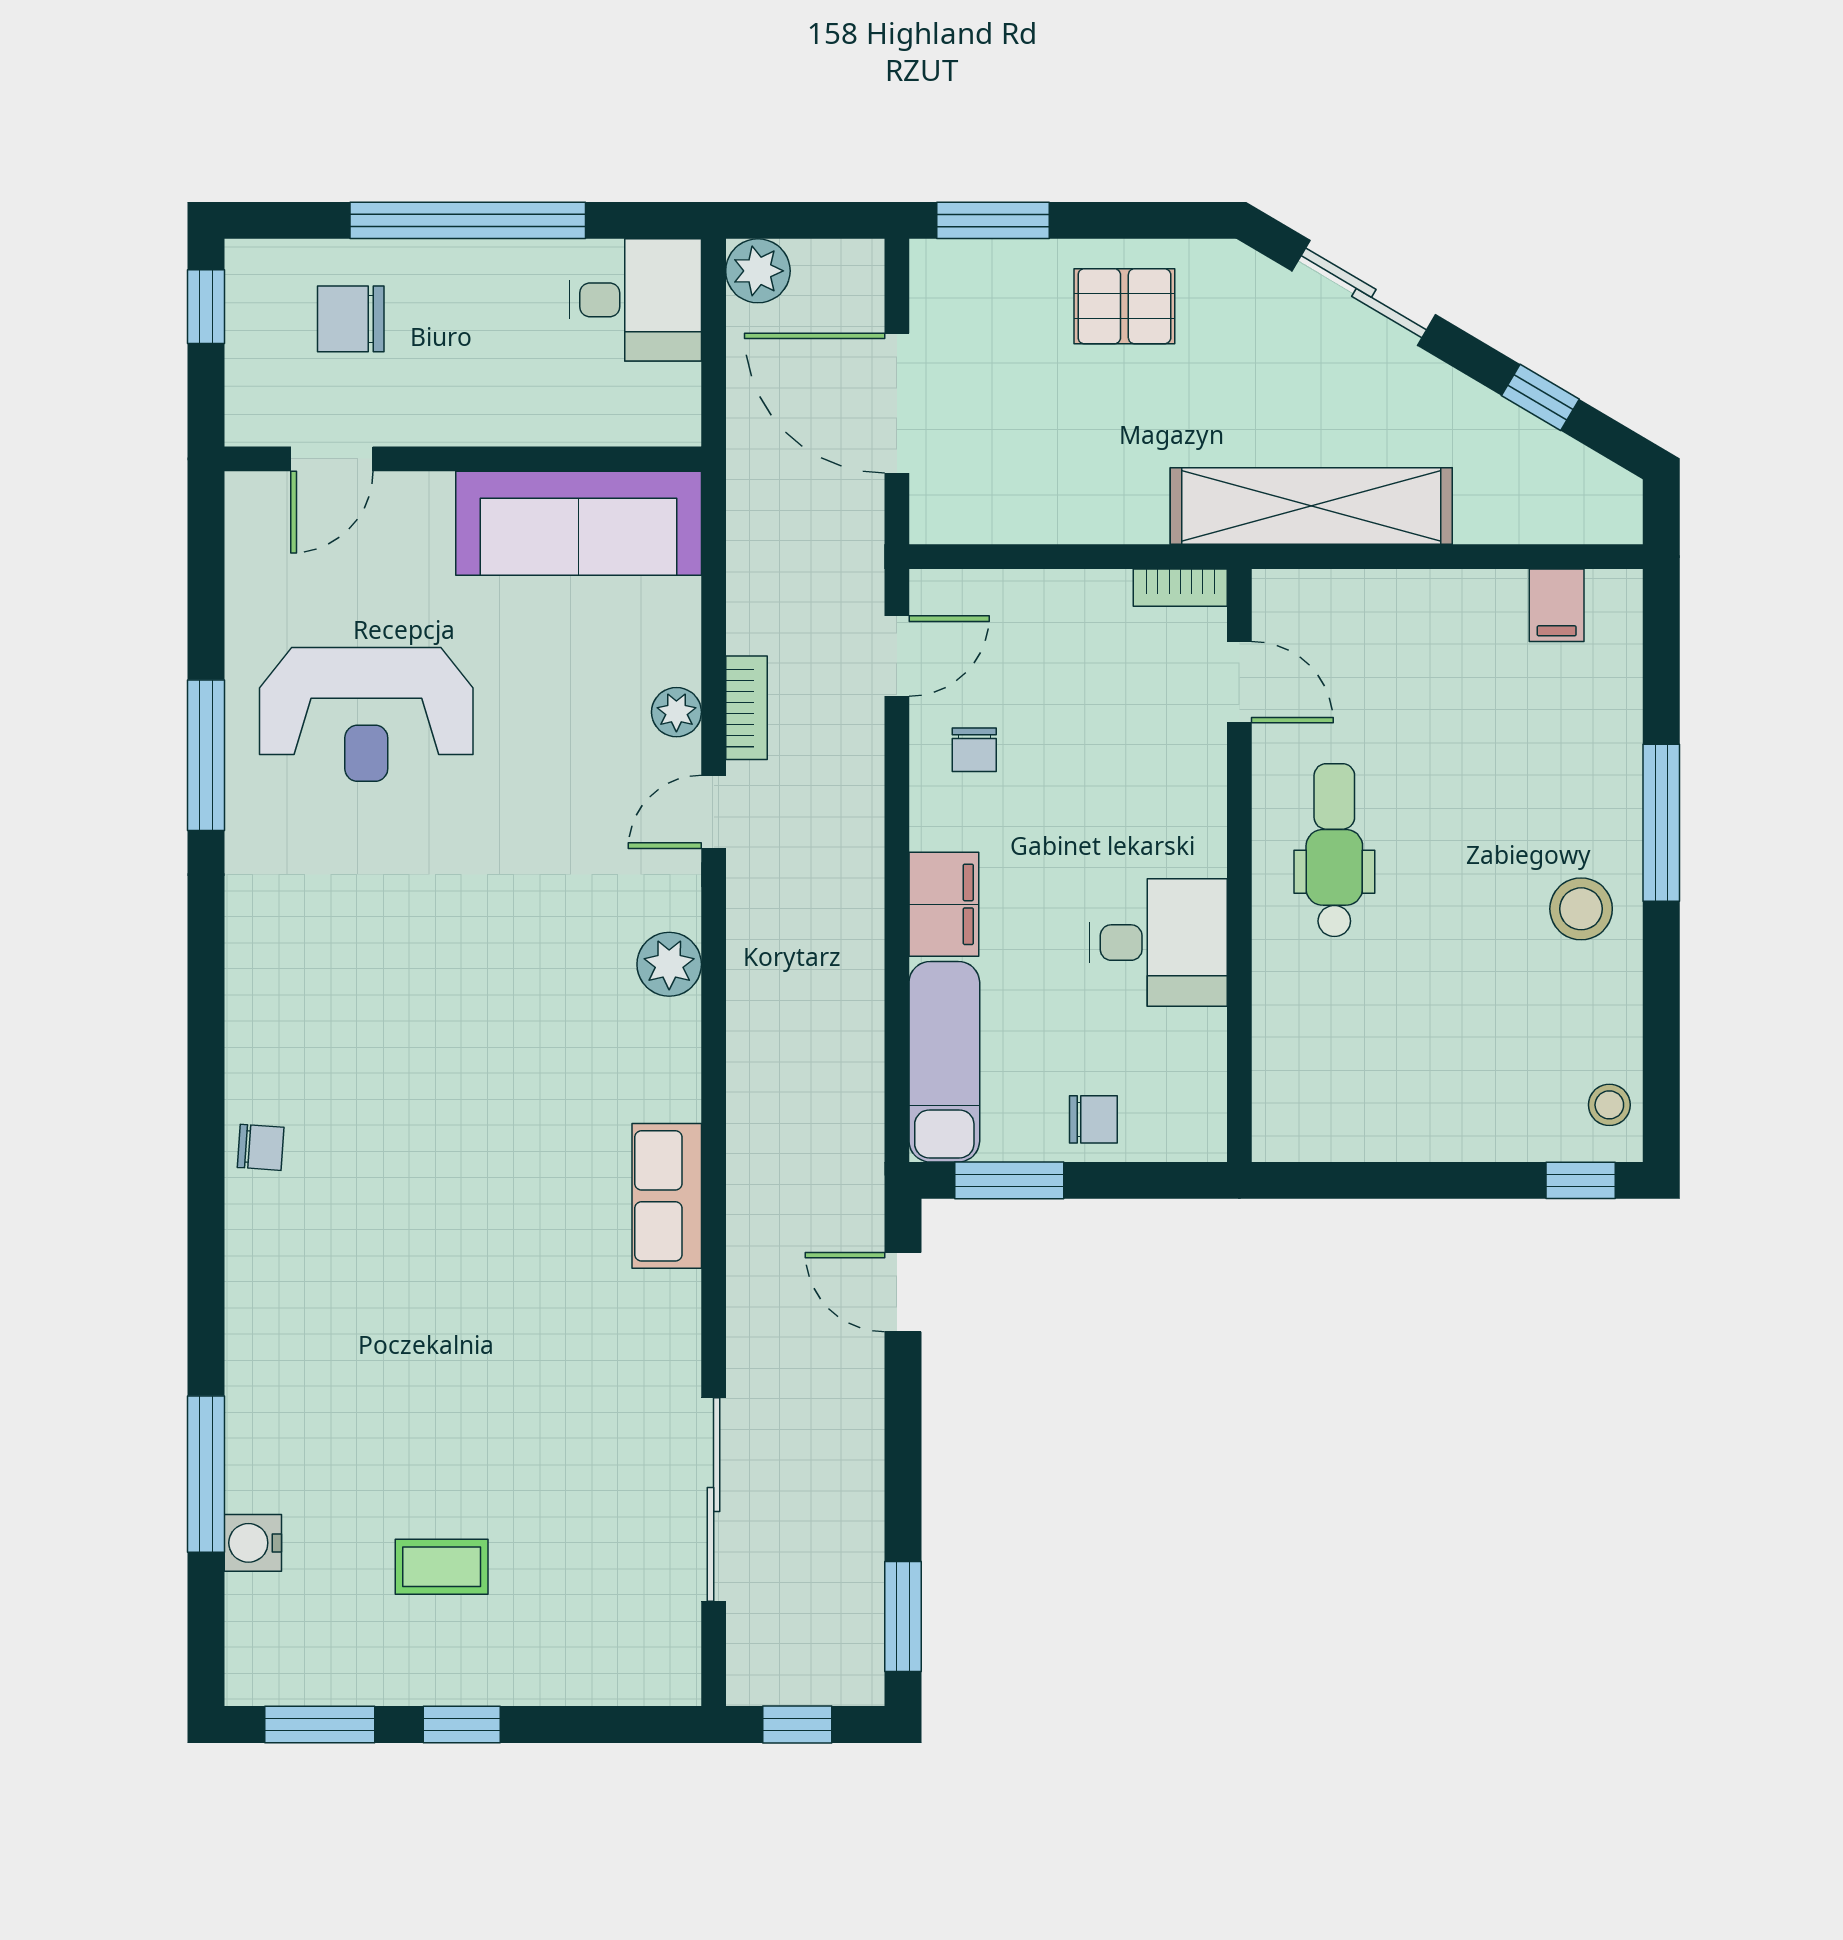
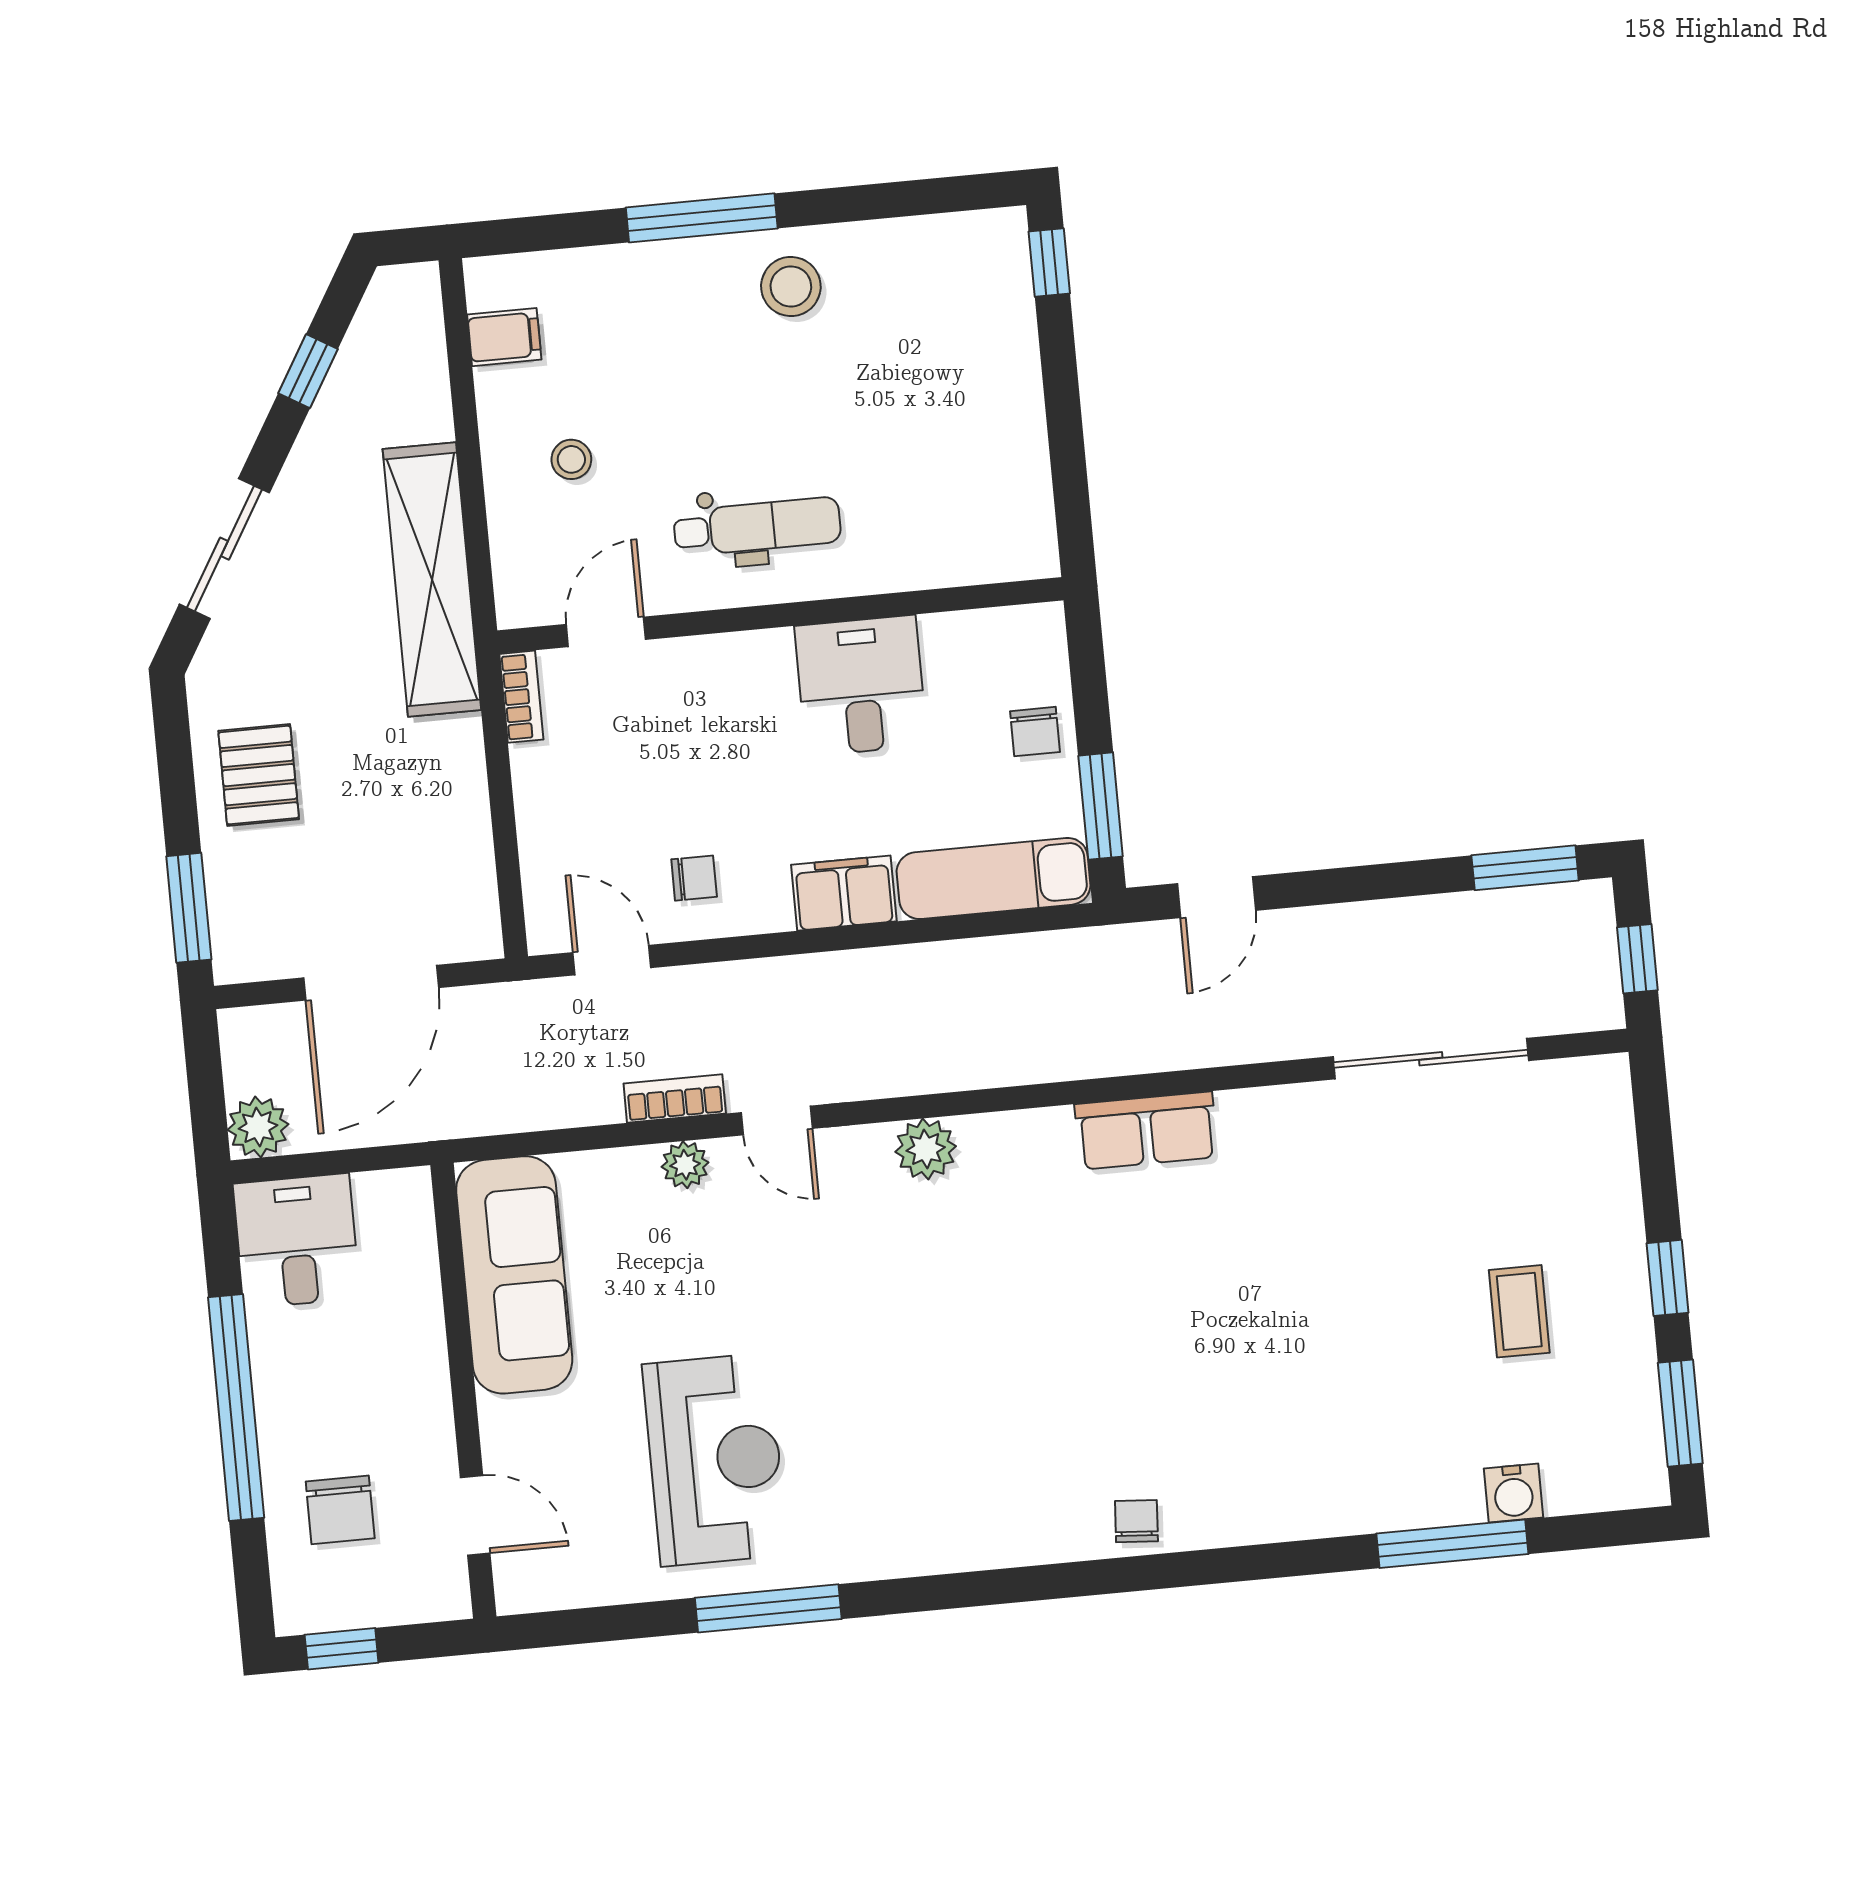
dental chair: (1334, 850) -> (757, 527), turned 180
stool: (1609, 1105) -> (571, 459), moved
chair: (1093, 1119) -> (1035, 732), turned 180

